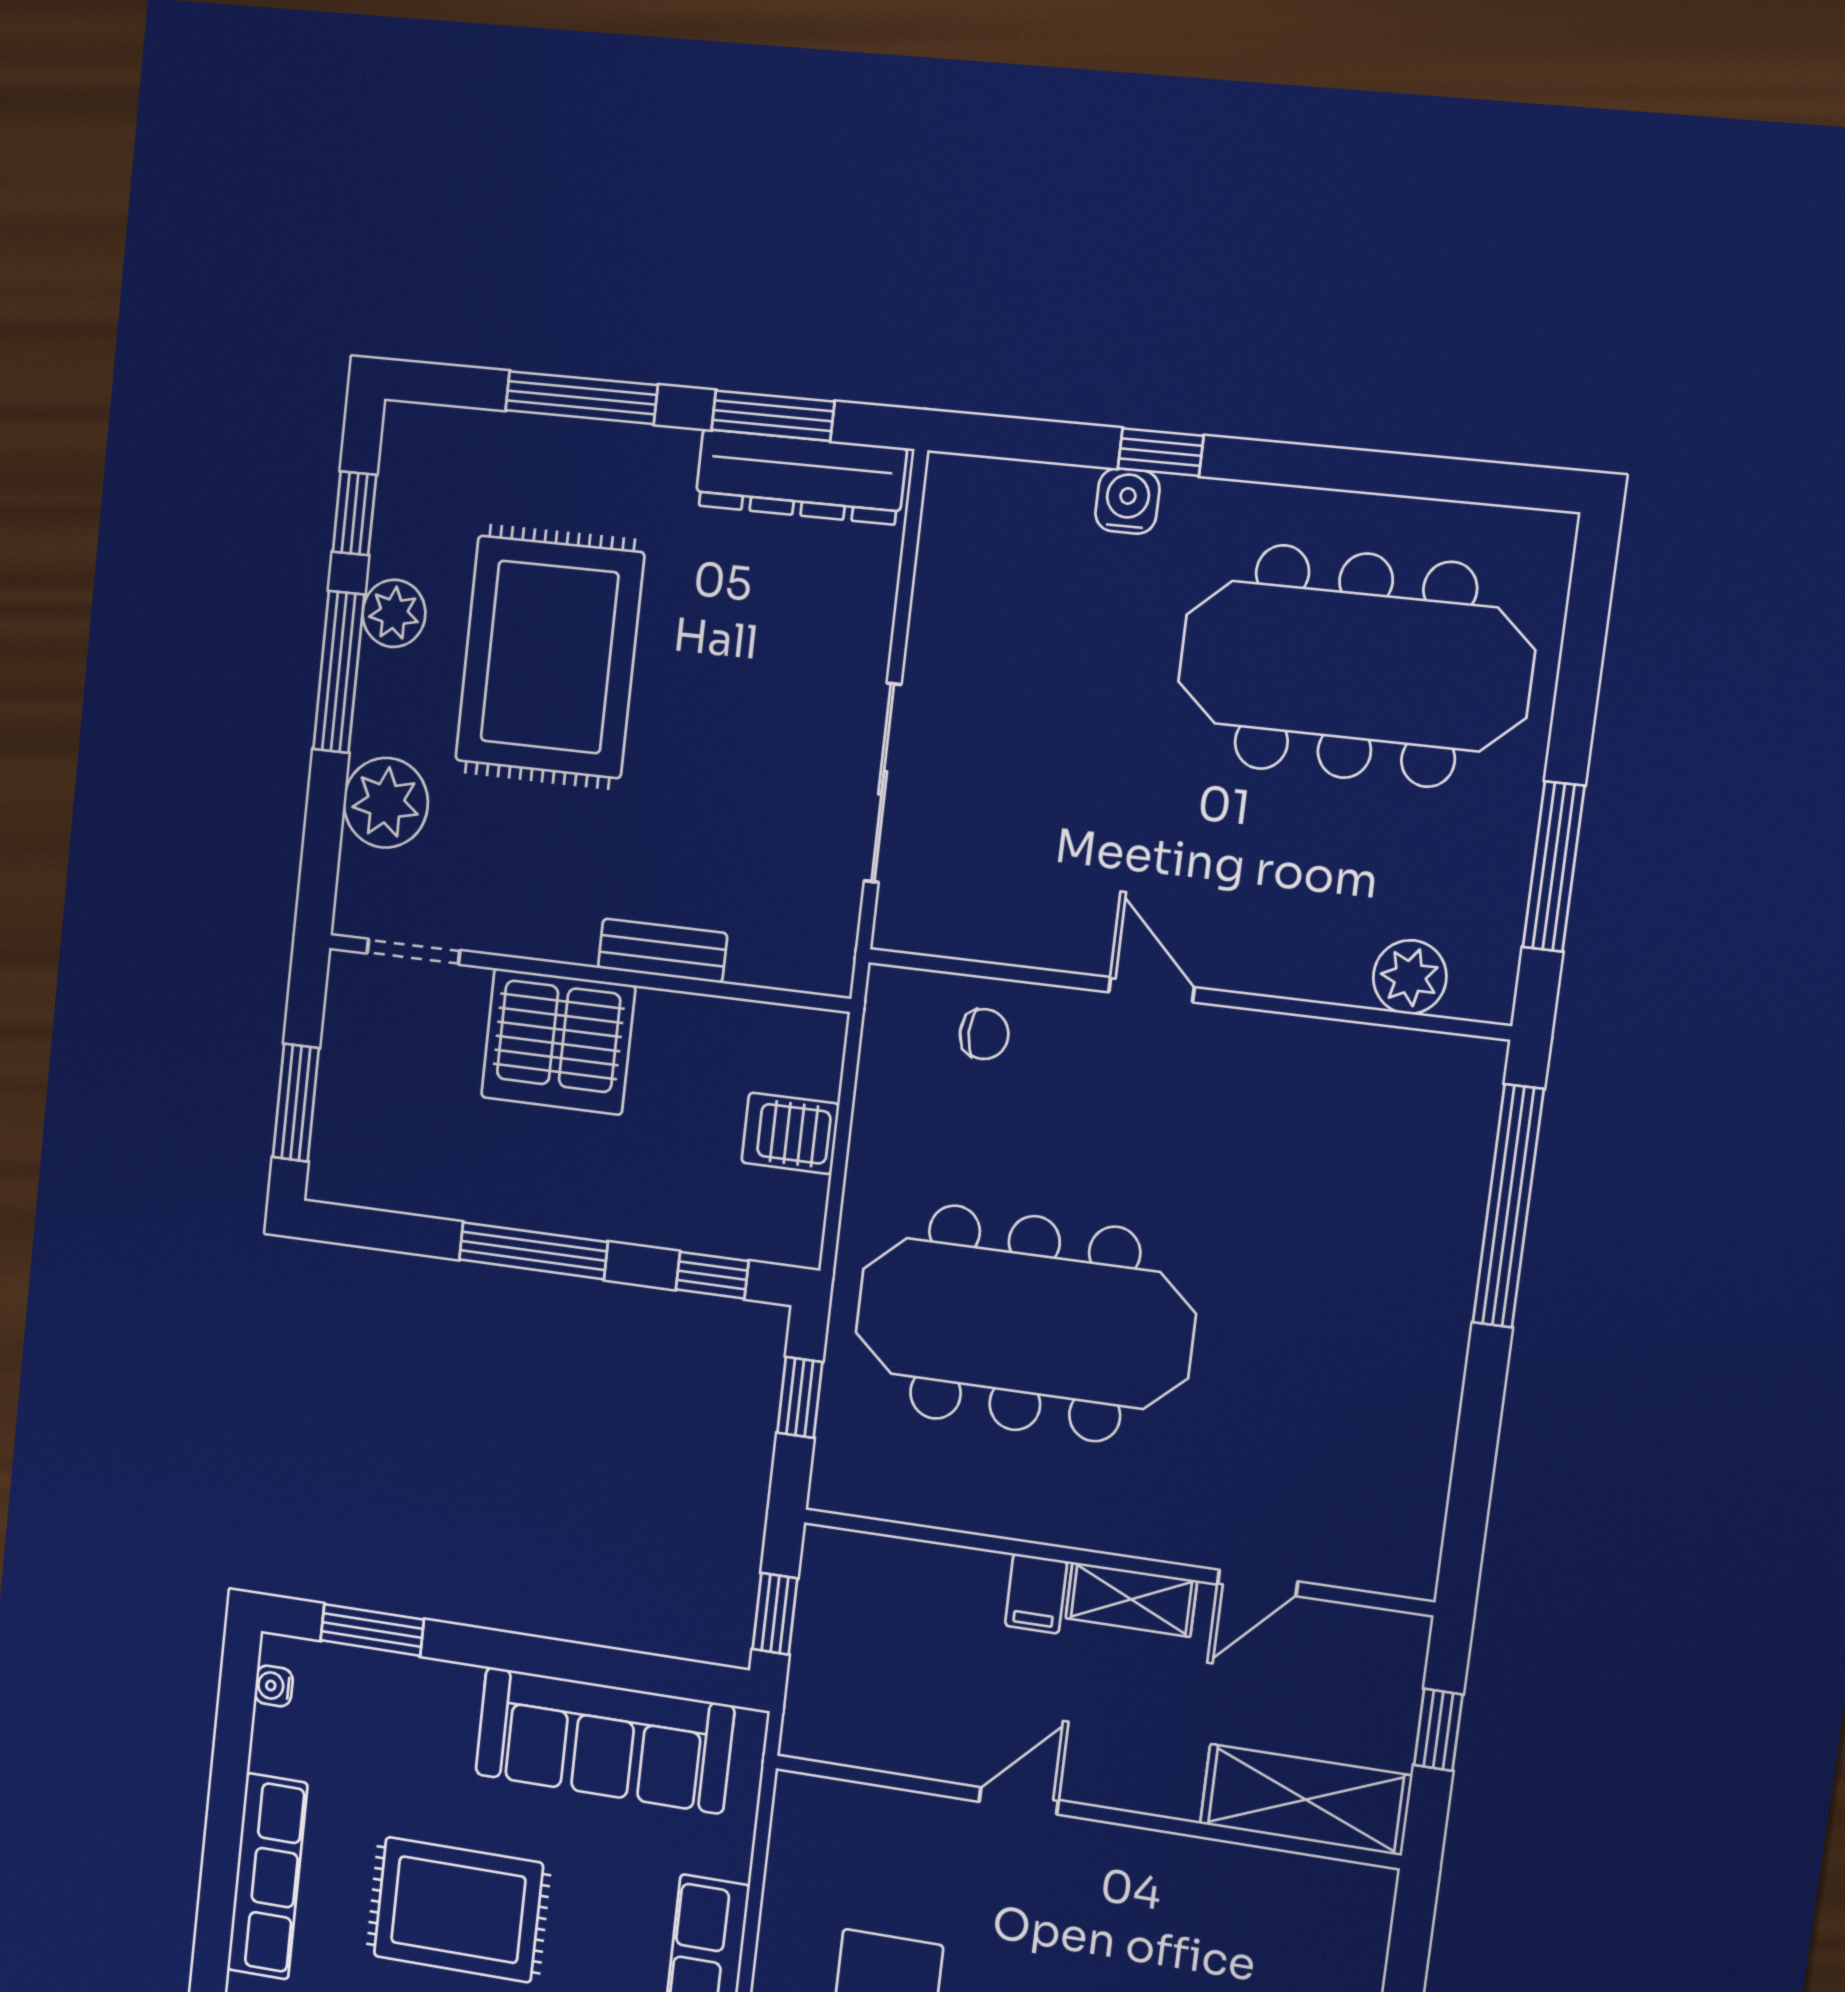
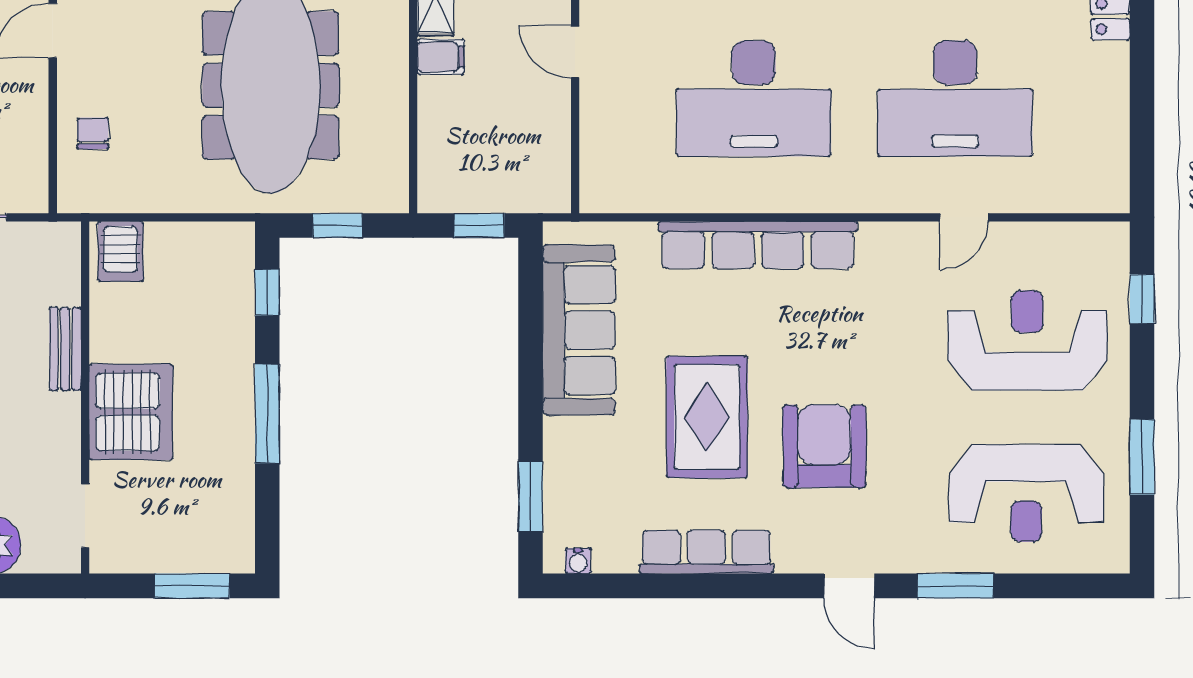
server rack: (790, 1133) -> (120, 251), moved

